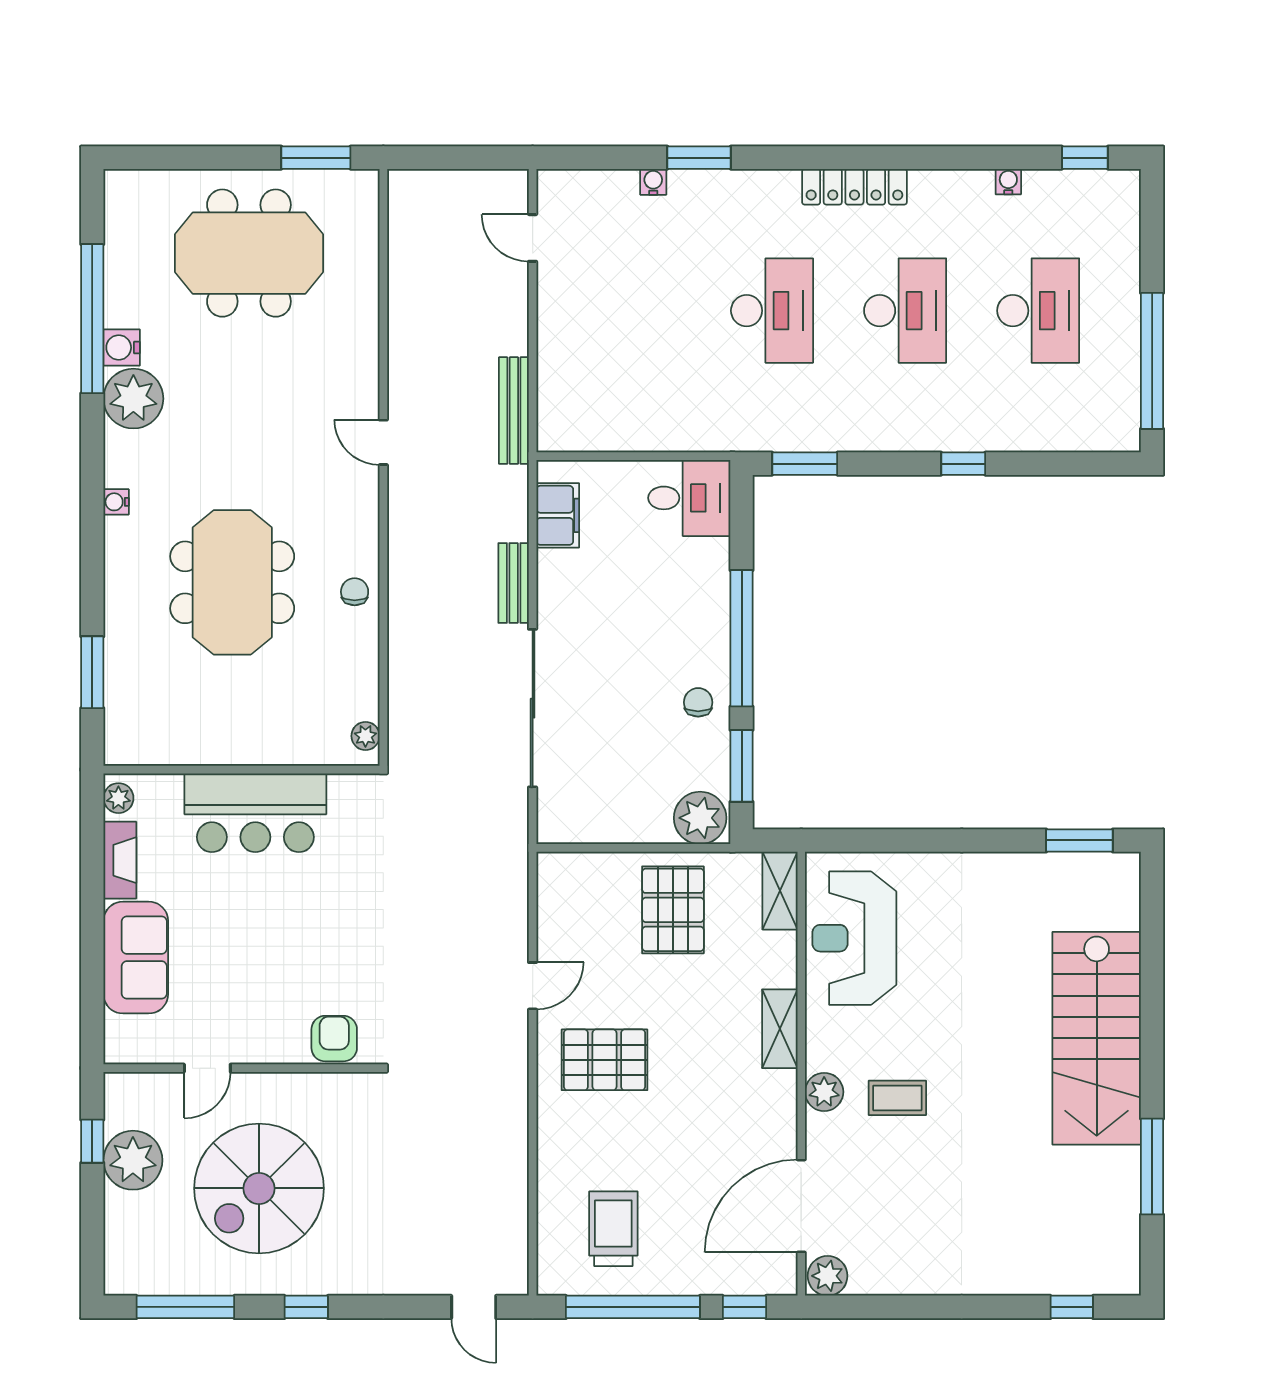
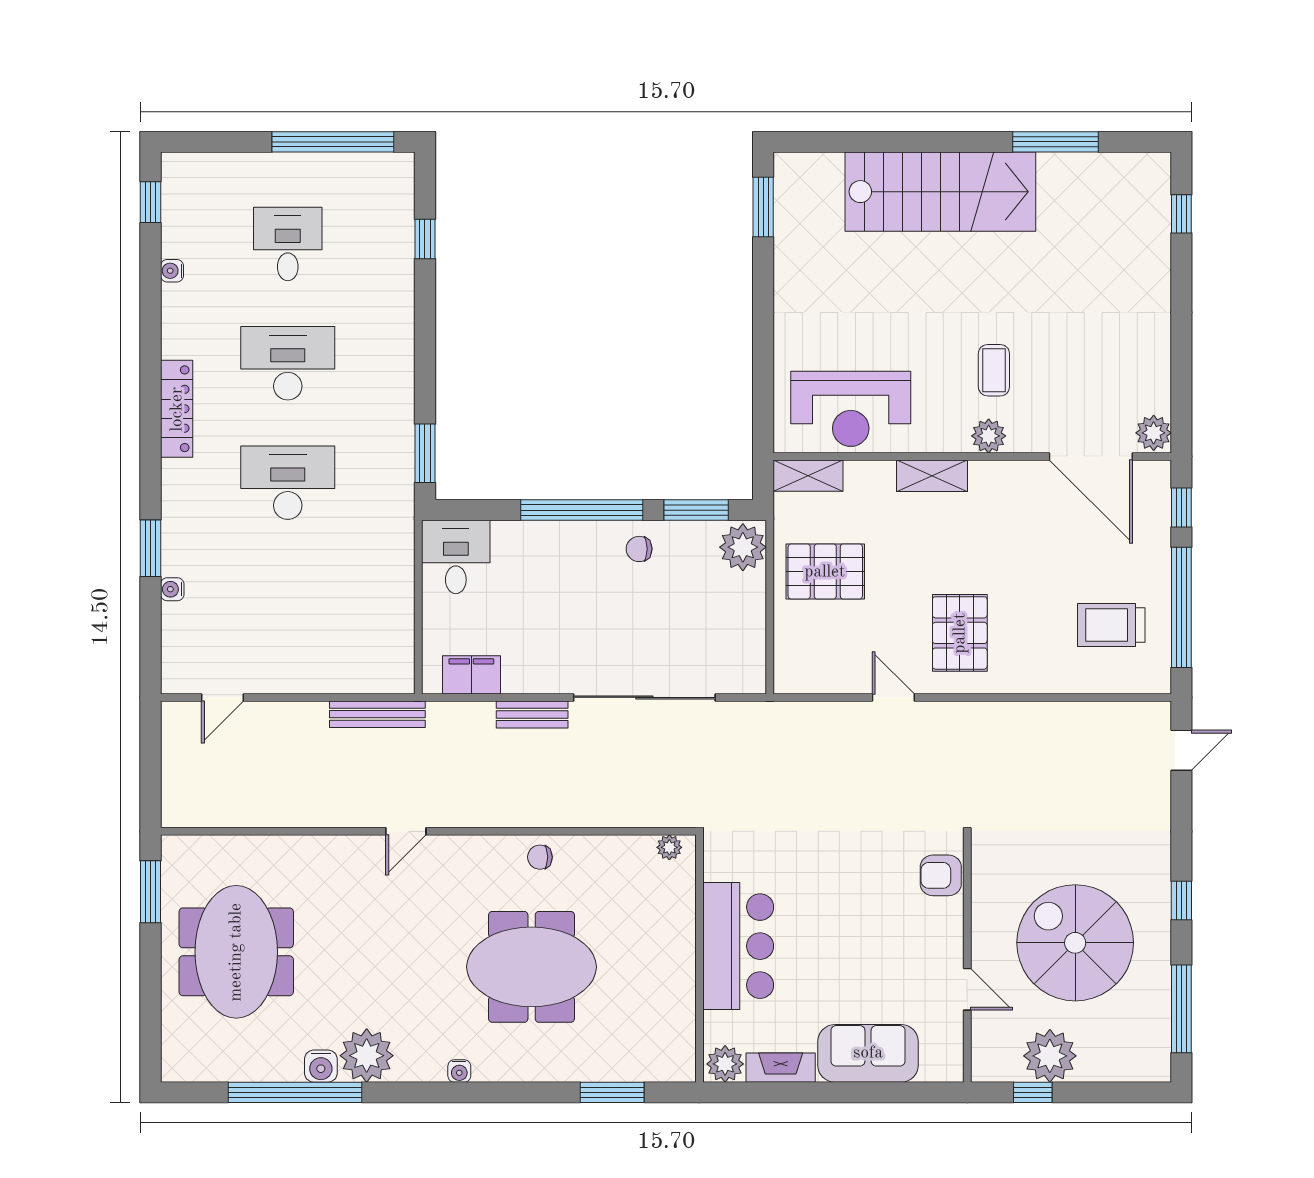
desk: (1038, 311) -> (288, 244), width x0.73
window: (963, 464) -> (425, 239), moved
plant: (118, 798) -> (725, 1064), width x1.38, depth x1.38
spiral stairs: (259, 1188) -> (1075, 943), turned 180

